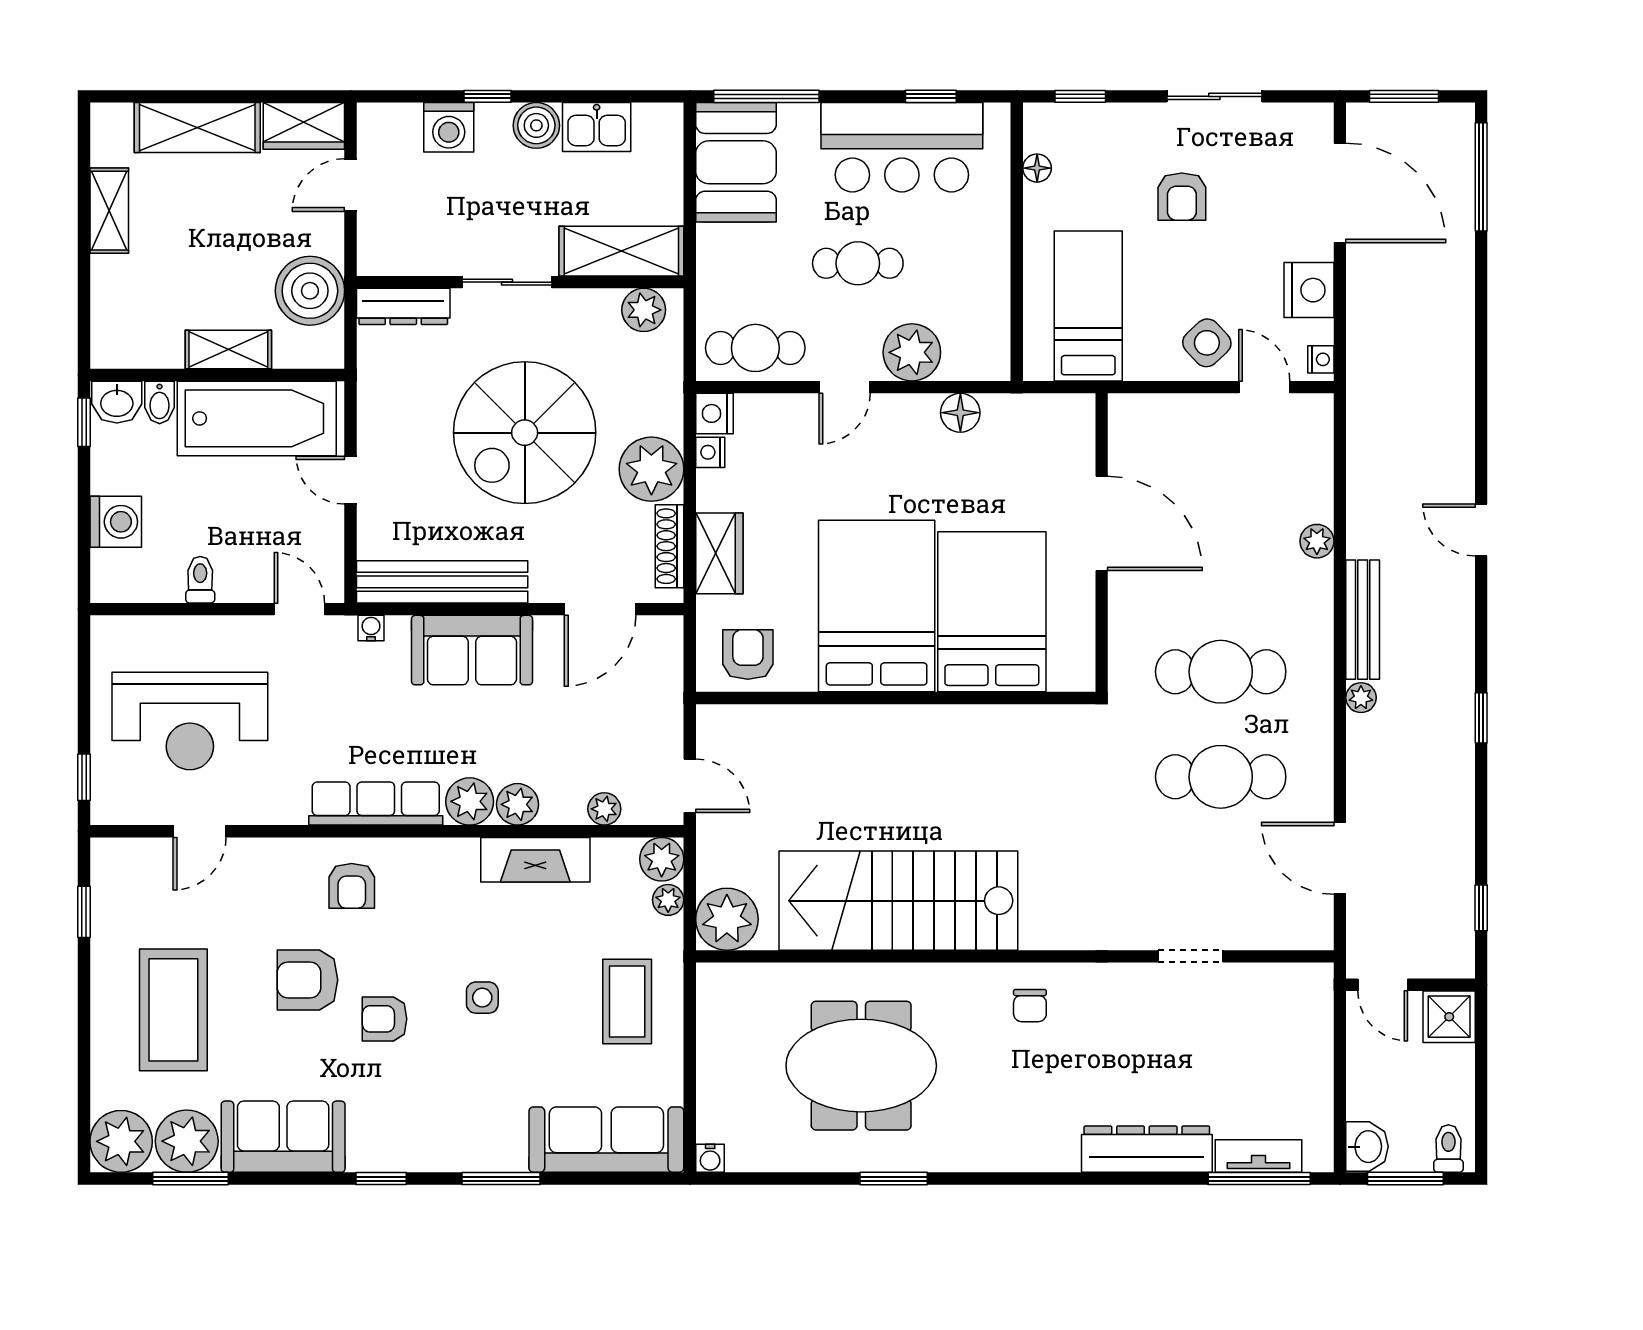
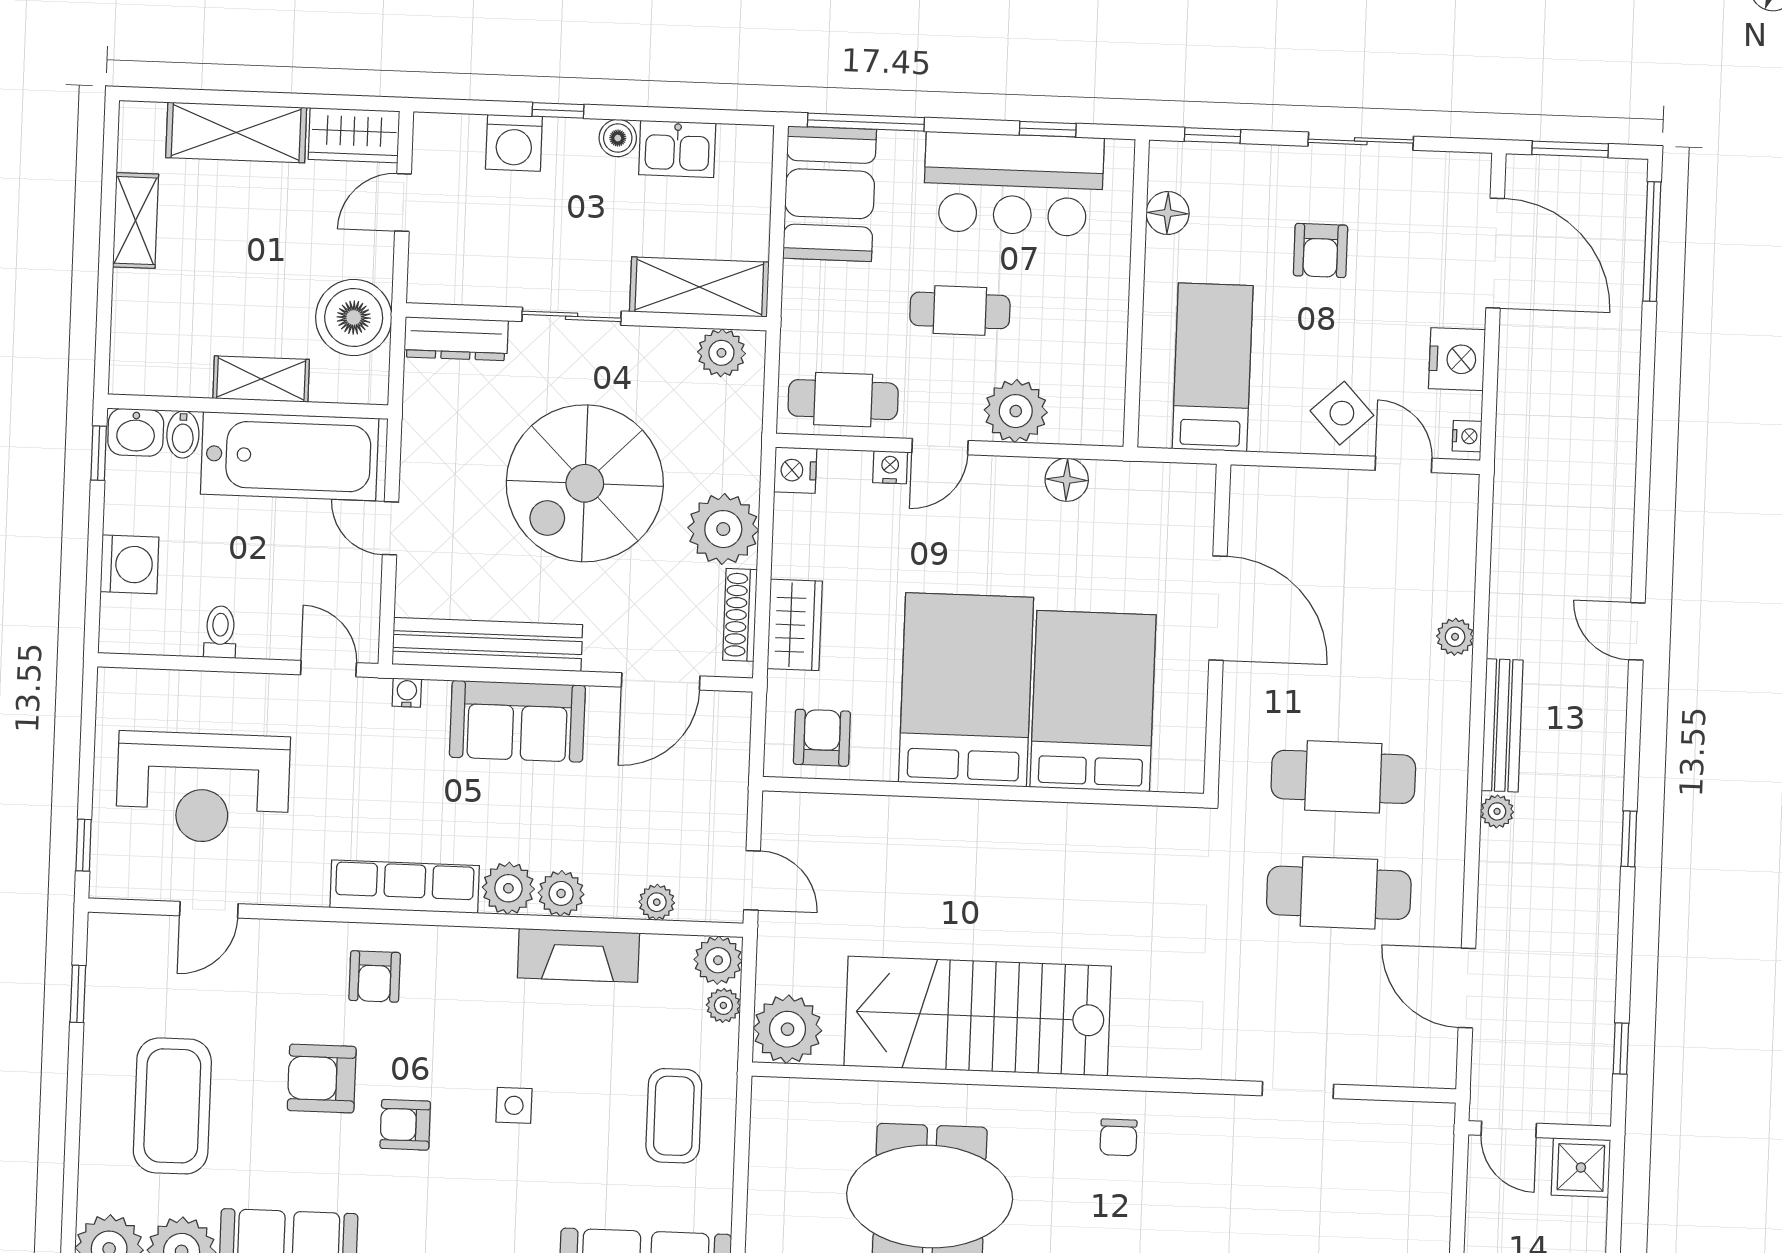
boiler: (536, 125) -> (618, 138), width x0.73, depth x0.73
floor lamp: (1037, 168) -> (1168, 213), width x1.37, depth x1.37
nightstand: (710, 452) -> (890, 467), moved, turned 90

